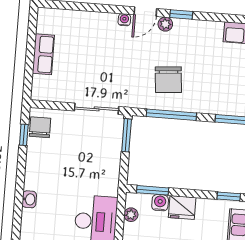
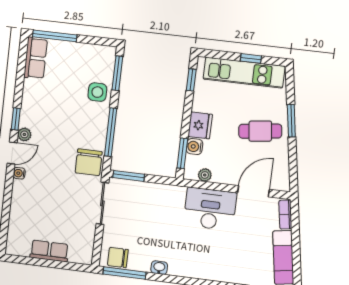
door: (145, 12) -> (12, 153), hinge flipped
chair: (168, 80) -> (89, 162), moved, turned 95
side table: (212, 99) -> (97, 92), added
window: (24, 135) -> (124, 273), width x2.17
washbasin: (29, 199) -> (159, 268), moved

